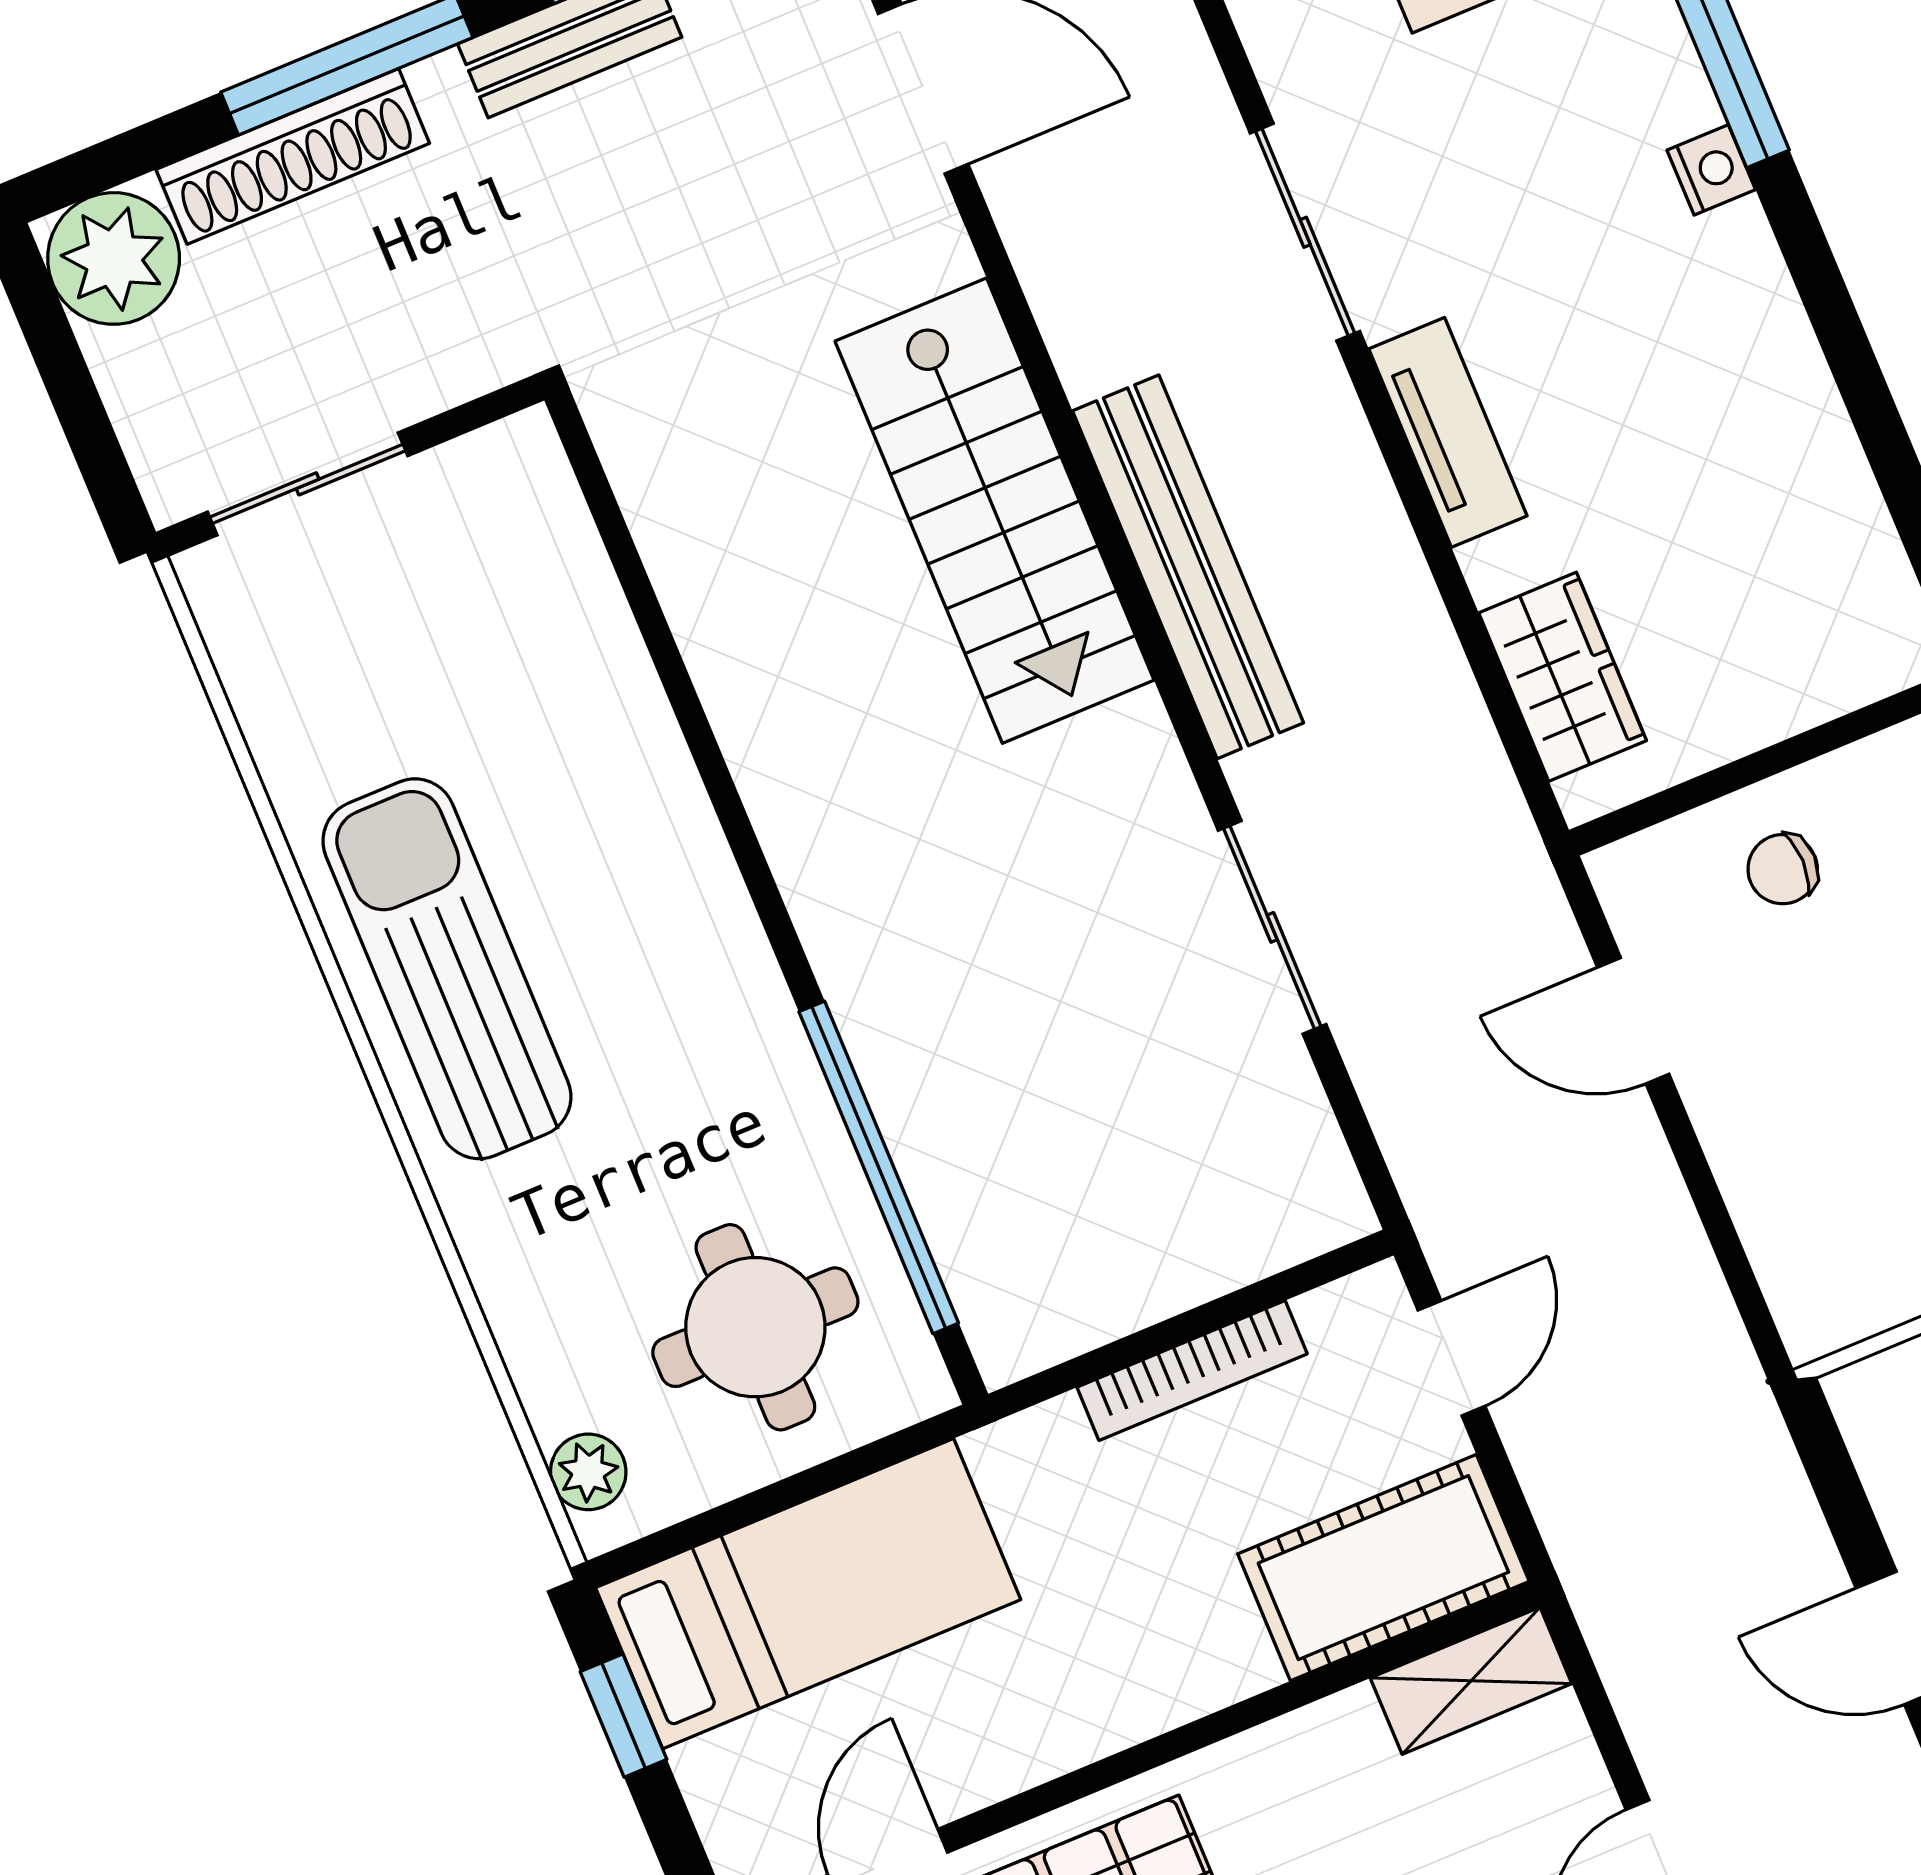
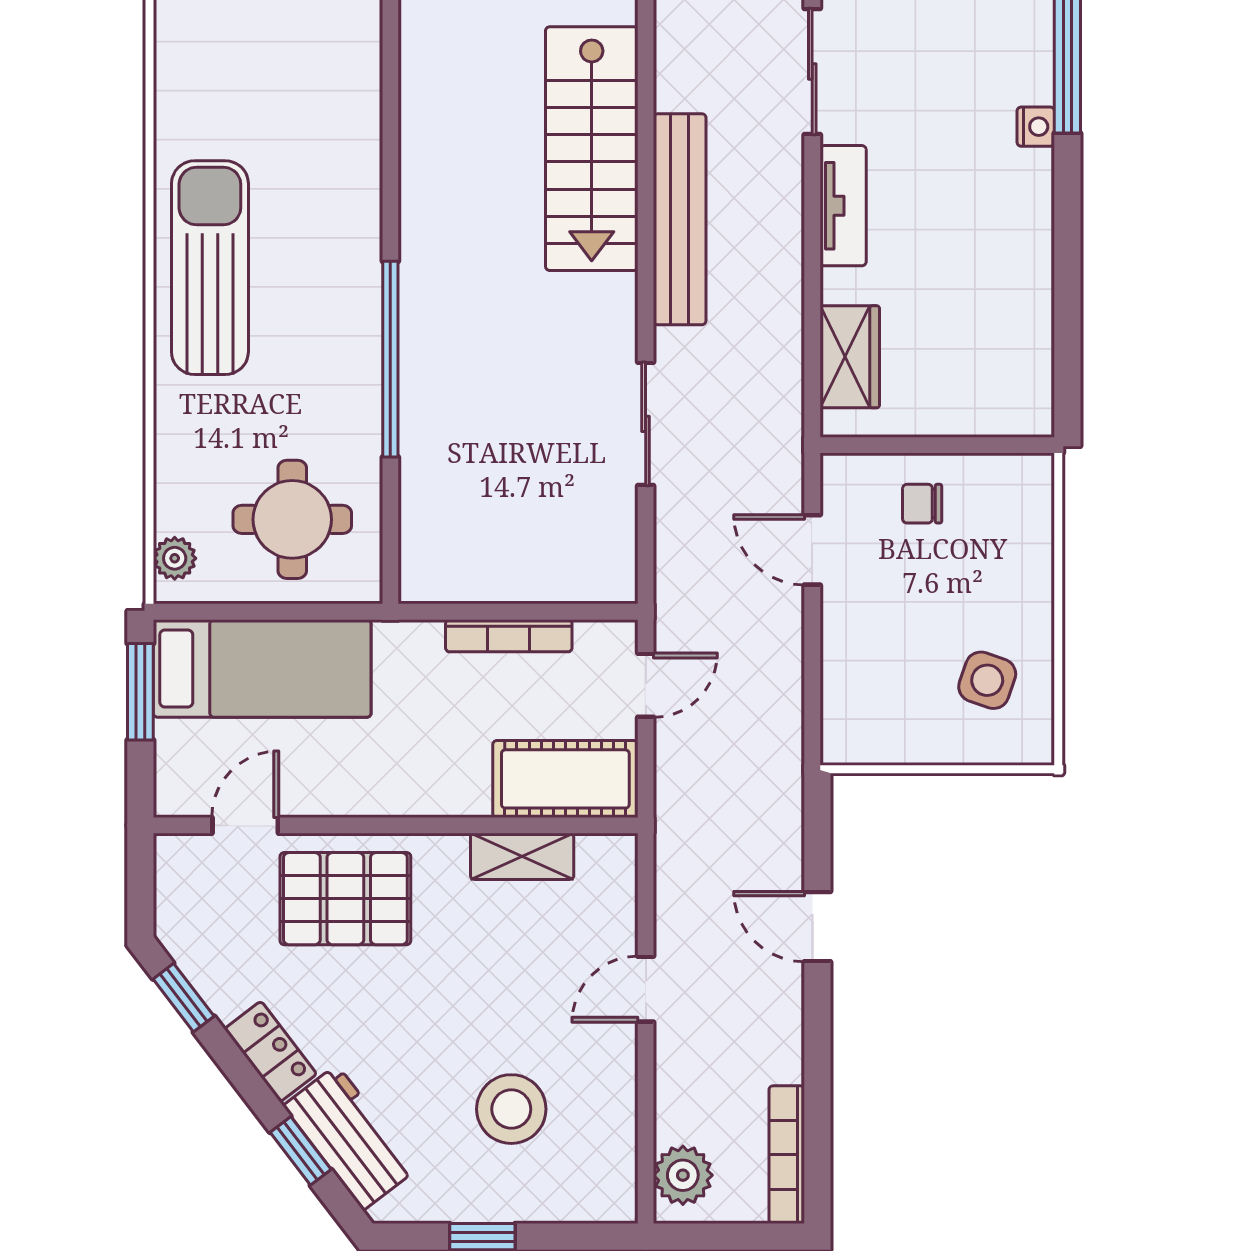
window: (879, 1167) -> (390, 359), moved
shelving: (1471, 1681) -> (522, 856), moved
window: (623, 1716) -> (140, 692), width x1.50

